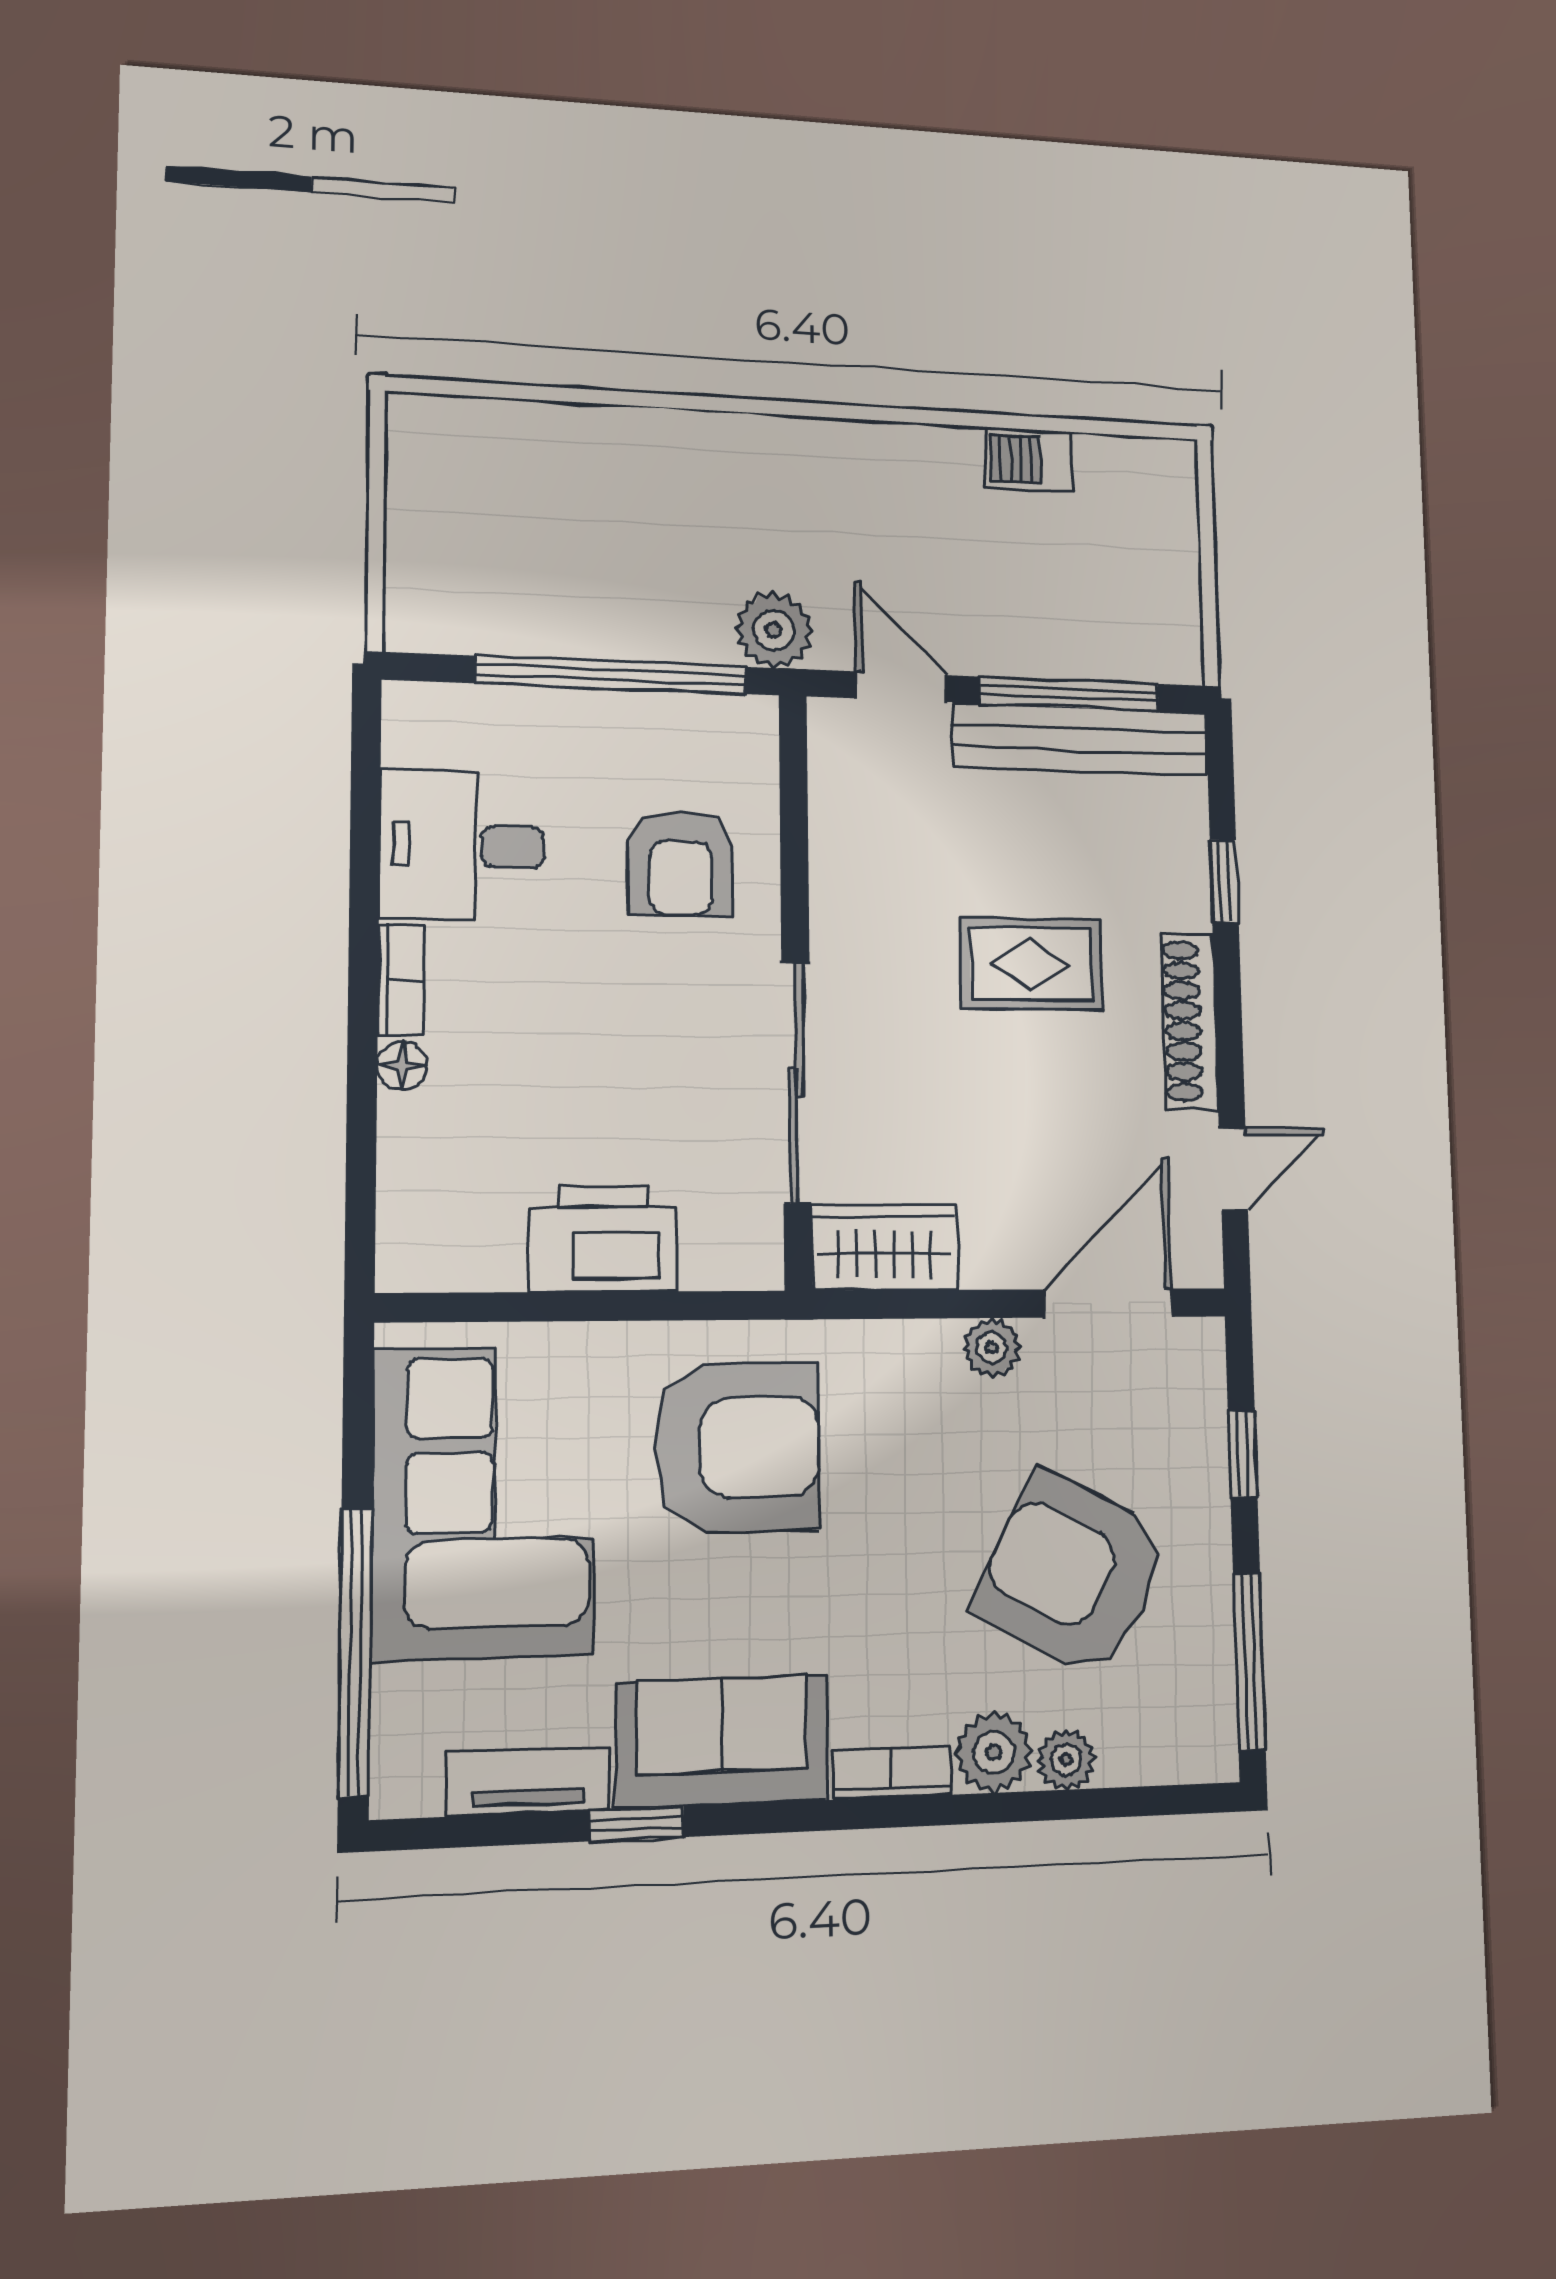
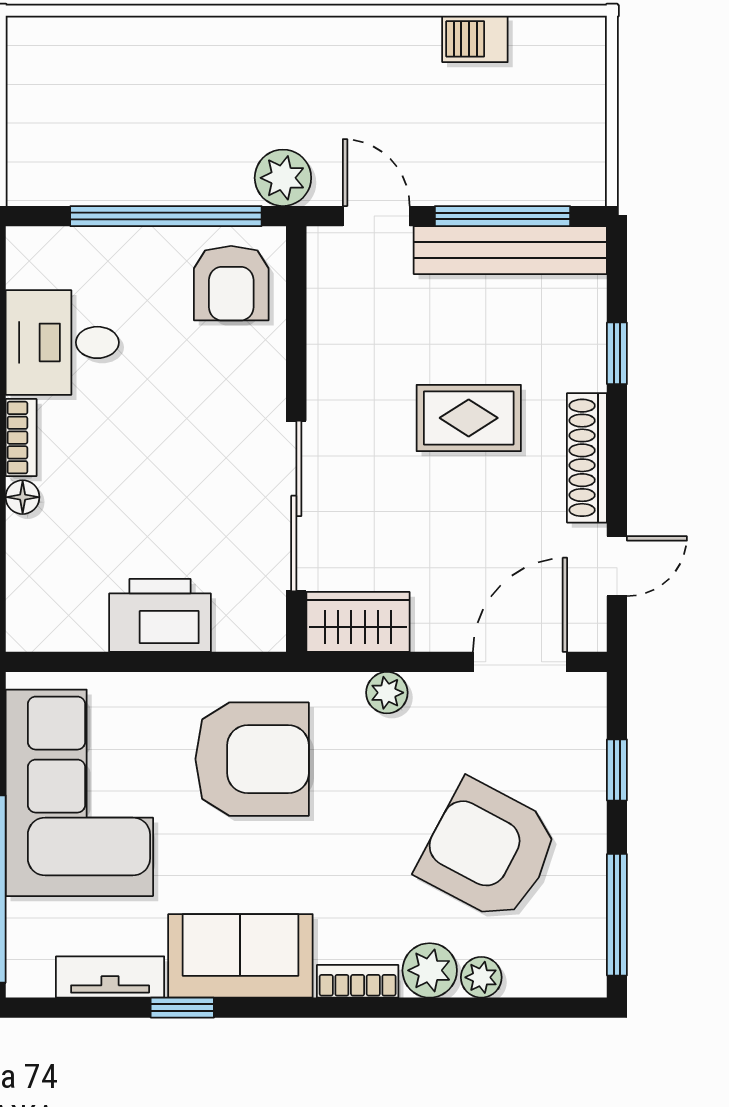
armchair: (681, 863) -> (231, 283), moved
plant: (992, 1348) -> (387, 693), moved

